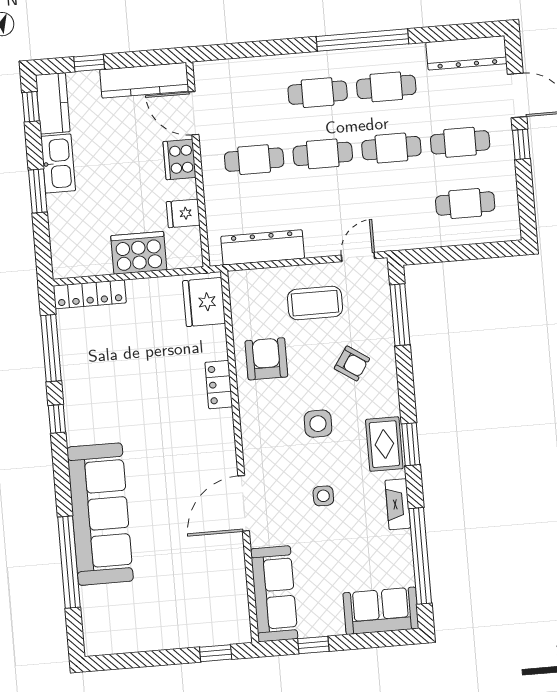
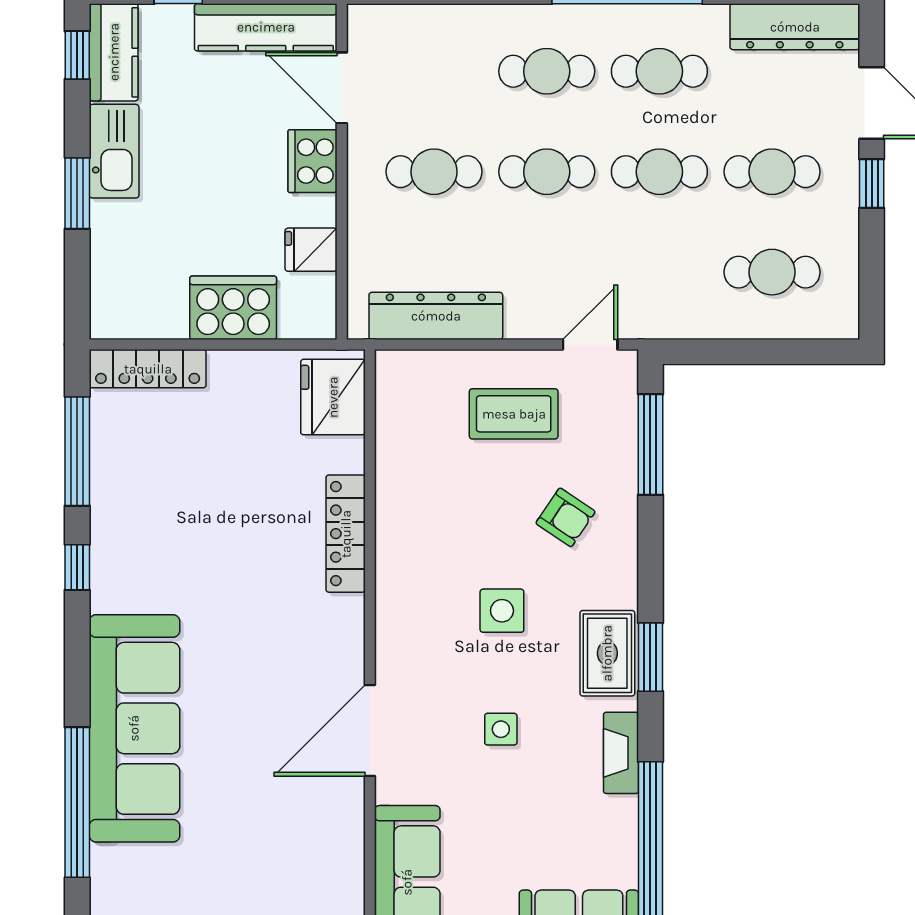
armchair: (266, 359) -> (427, 498), removed
locker: (219, 385) -> (346, 534), width x1.53

